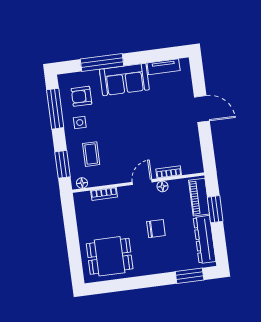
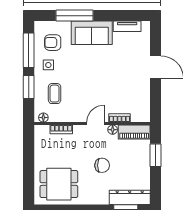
window: (63, 164) -> (29, 87), moved
piano: (199, 197) -> (134, 132), moved, turned -90
dresser: (204, 239) -> (130, 197), moved, turned 90

